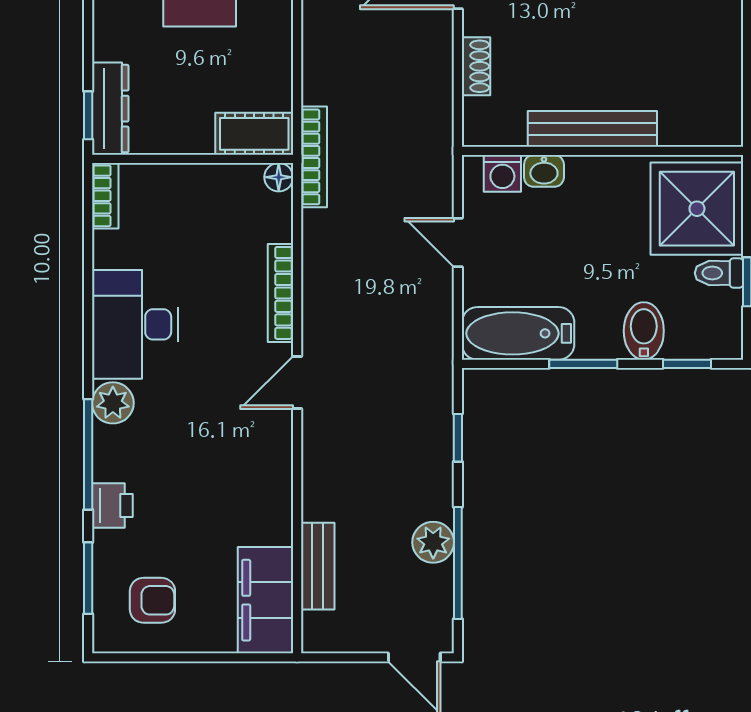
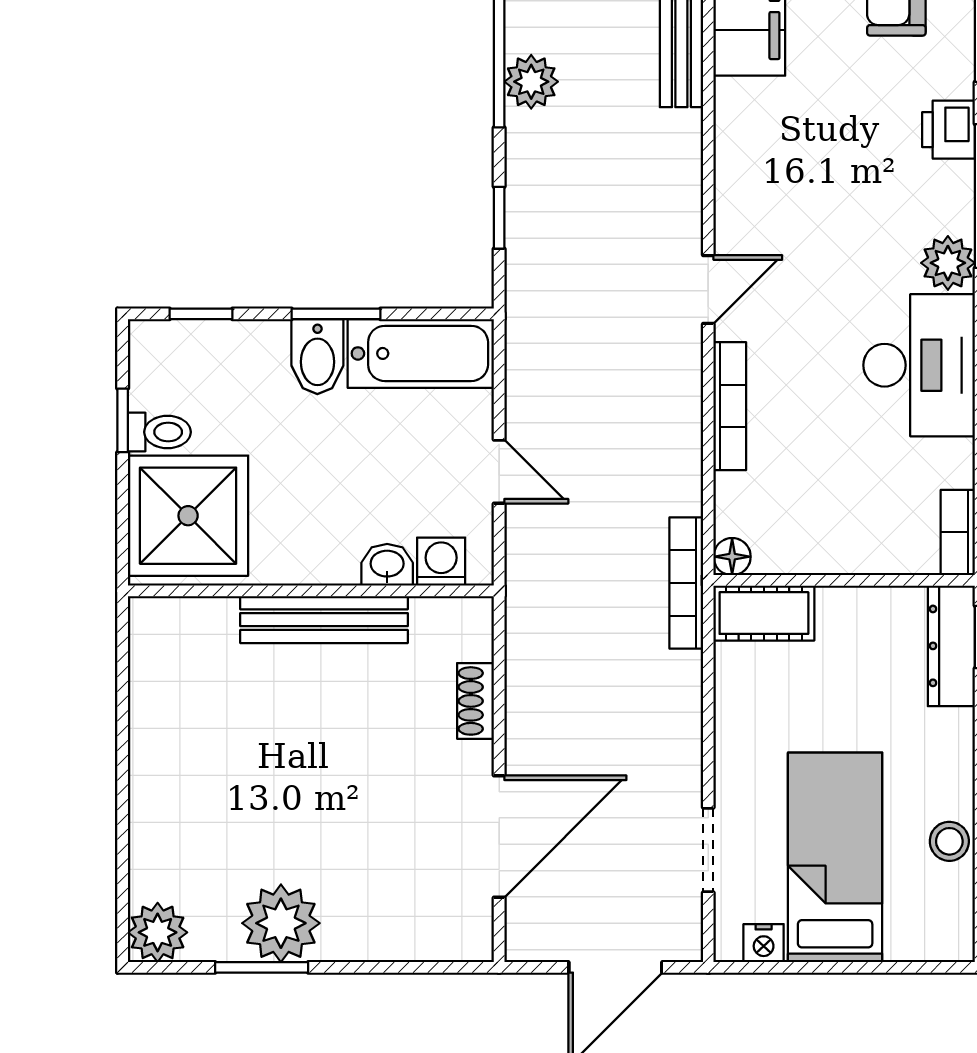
bidet: (644, 331) -> (317, 357), moved

